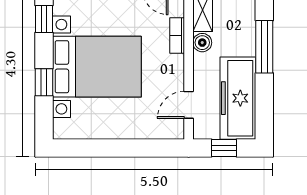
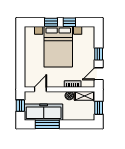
window: (44, 19) -> (69, 22), moved
window: (264, 47) -> (47, 124), moved
door: (189, 105) -> (40, 89), hinge flipped

